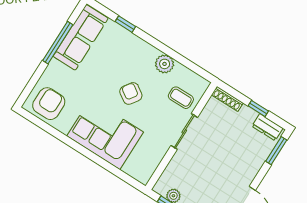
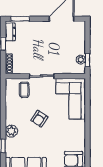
plant: (165, 64) -> (11, 131), moved
corner sofa: (105, 134) -> (71, 99), moved

